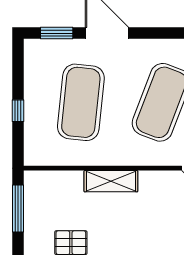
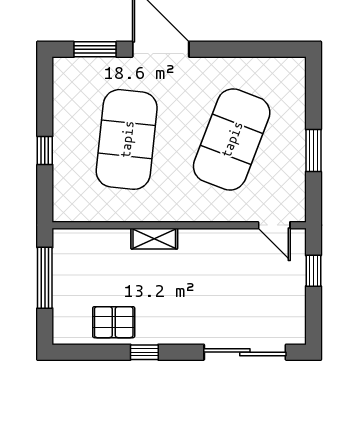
shelving: (111, 181) -> (154, 239), width x0.67, depth x0.75

